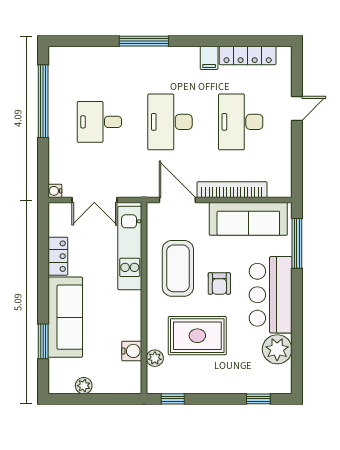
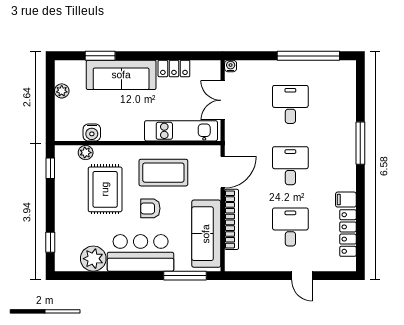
desk: (170, 122) -> (290, 166), width x0.73
desk: (241, 122) -> (290, 227), width x0.73

